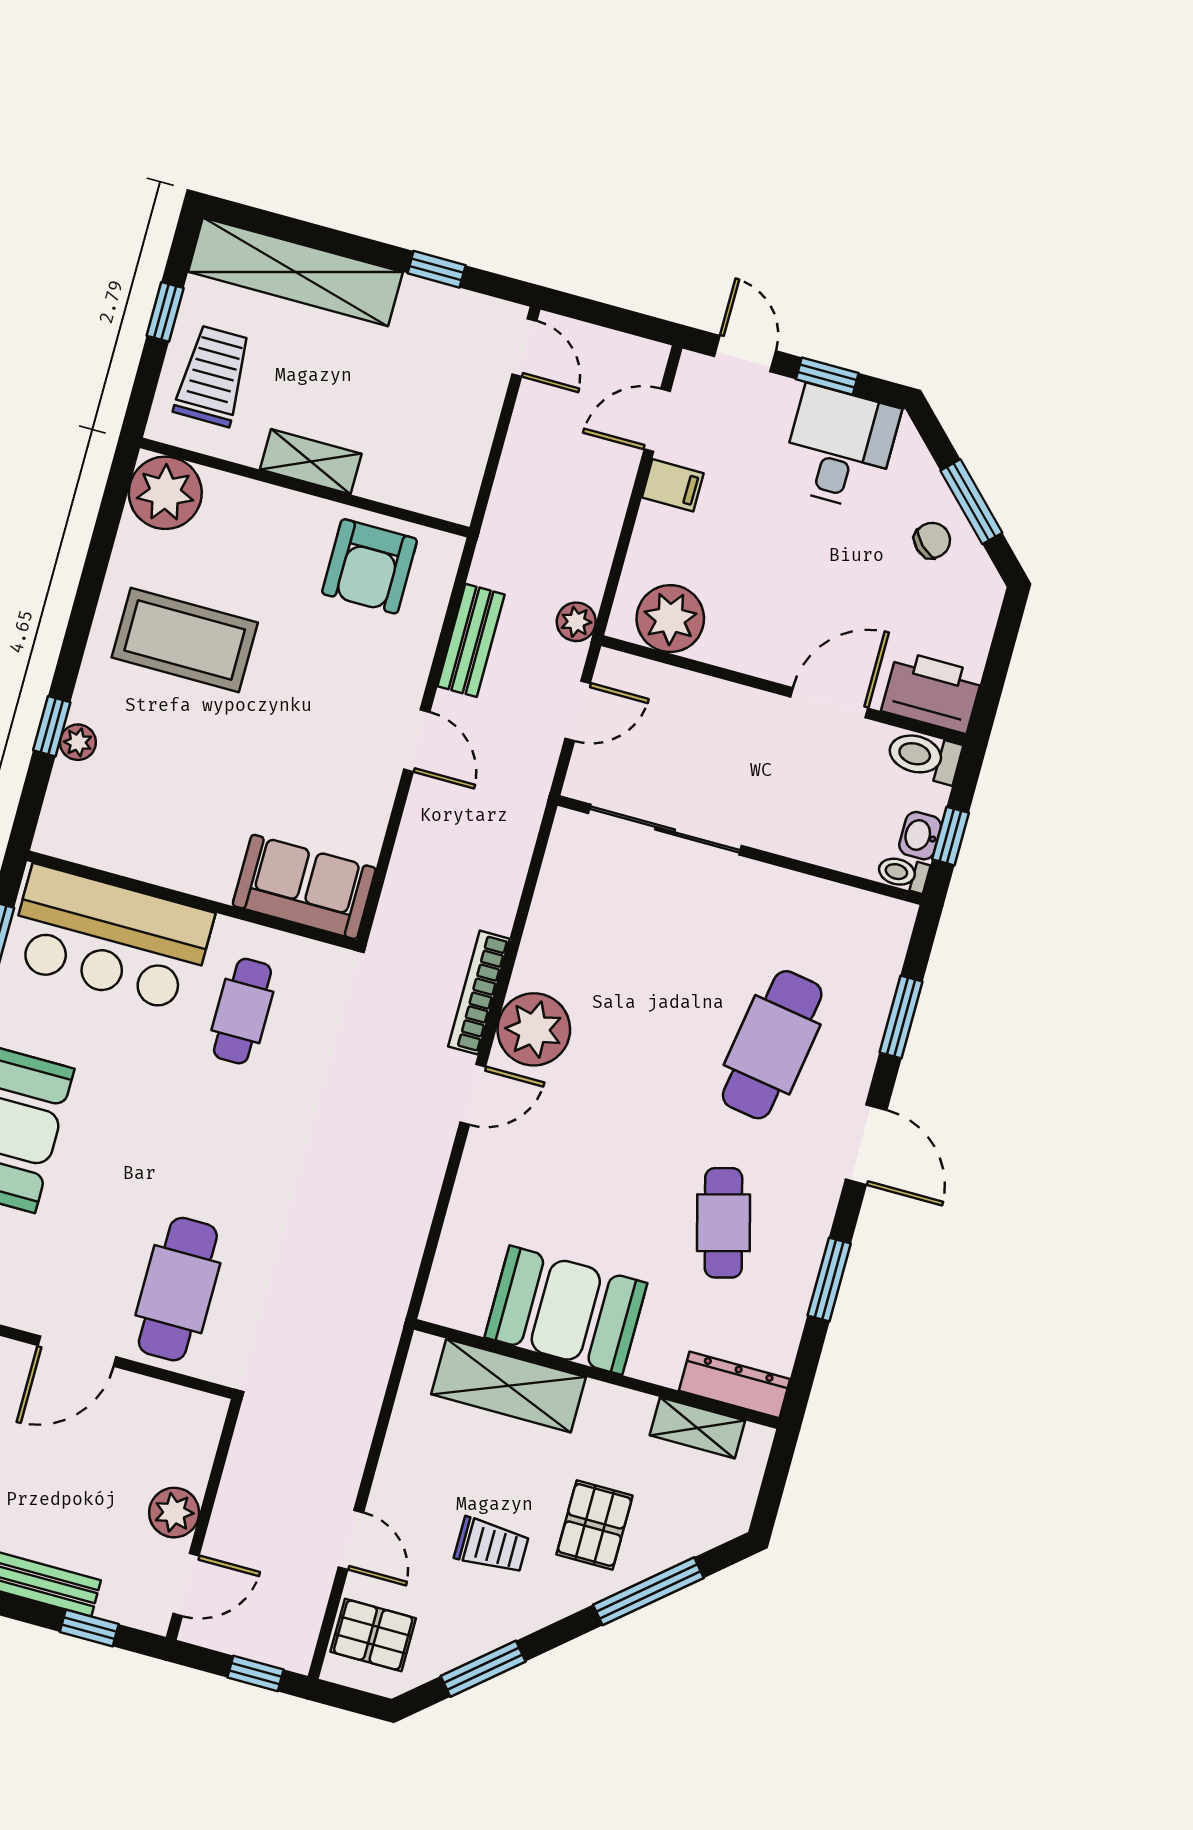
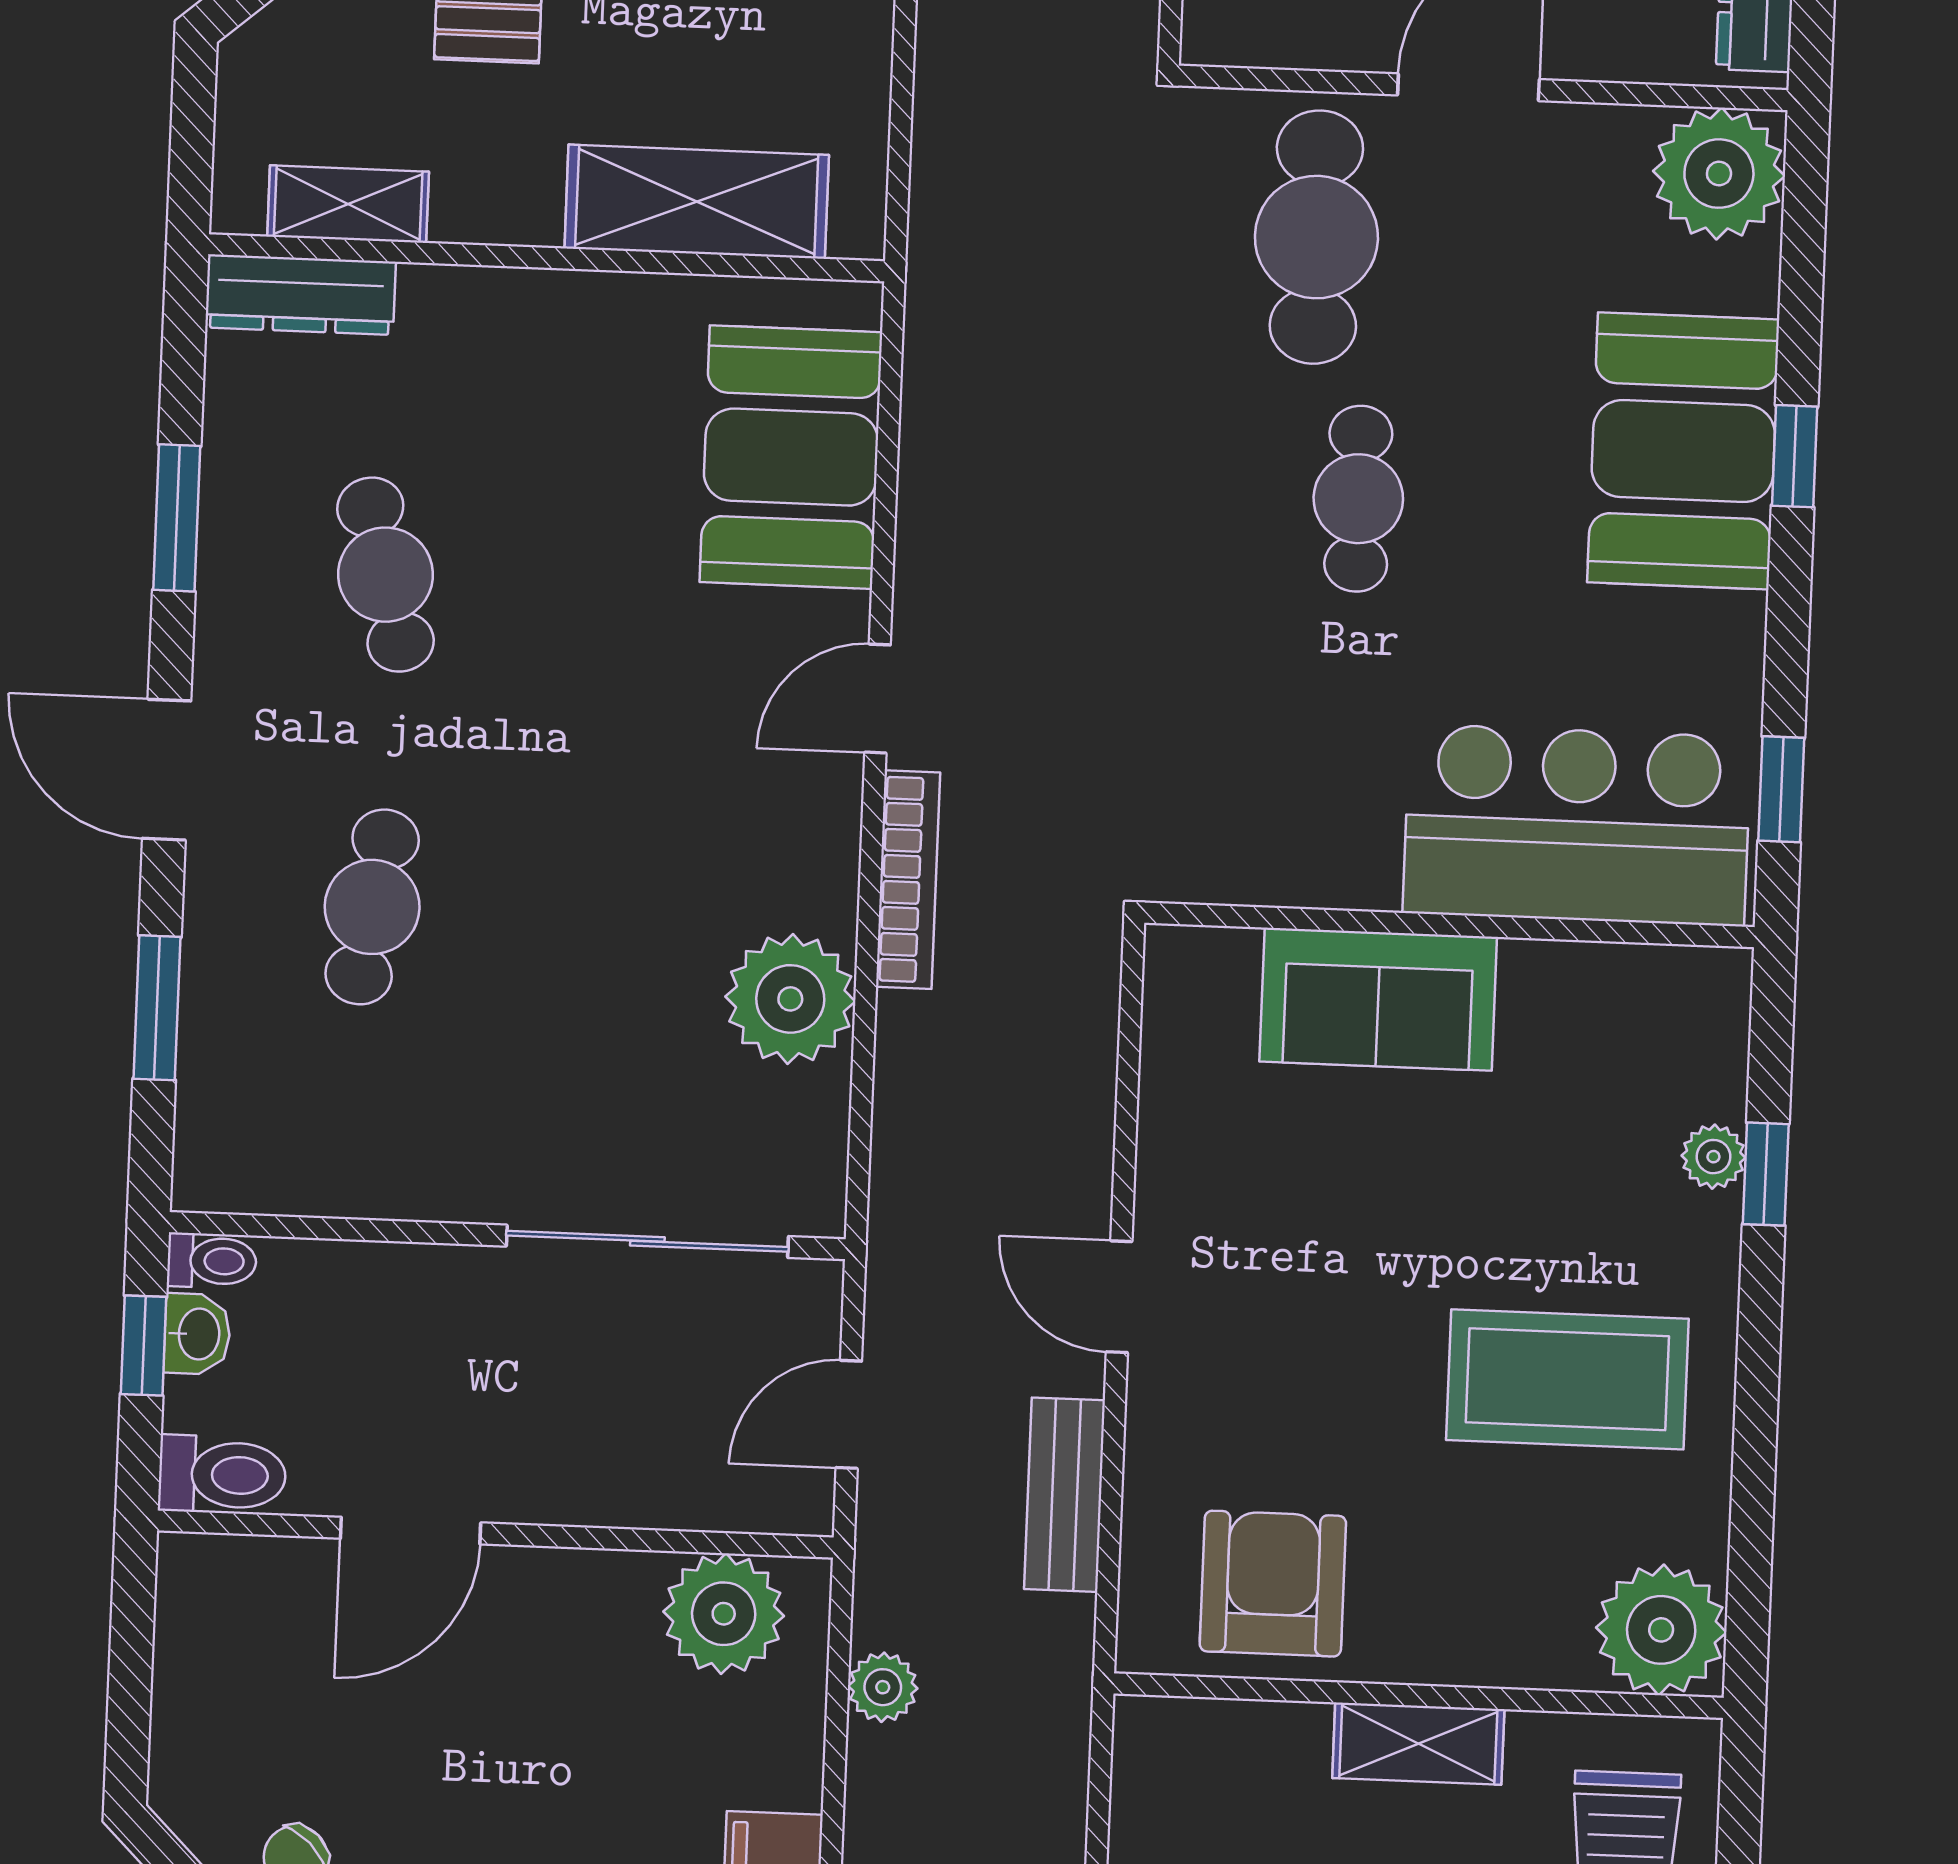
plant: (576, 622) -> (883, 1687), moved
printer: (932, 692) -> (234, 1591), removed
sofa: (304, 887) -> (1378, 999), moved
cafe table: (242, 1011) -> (1358, 499), moved
plant: (534, 1029) -> (790, 999), moved
cafe table: (772, 1045) -> (372, 907), width x0.73, depth x0.74
booth: (566, 1310) -> (791, 457), moved, turned 90

